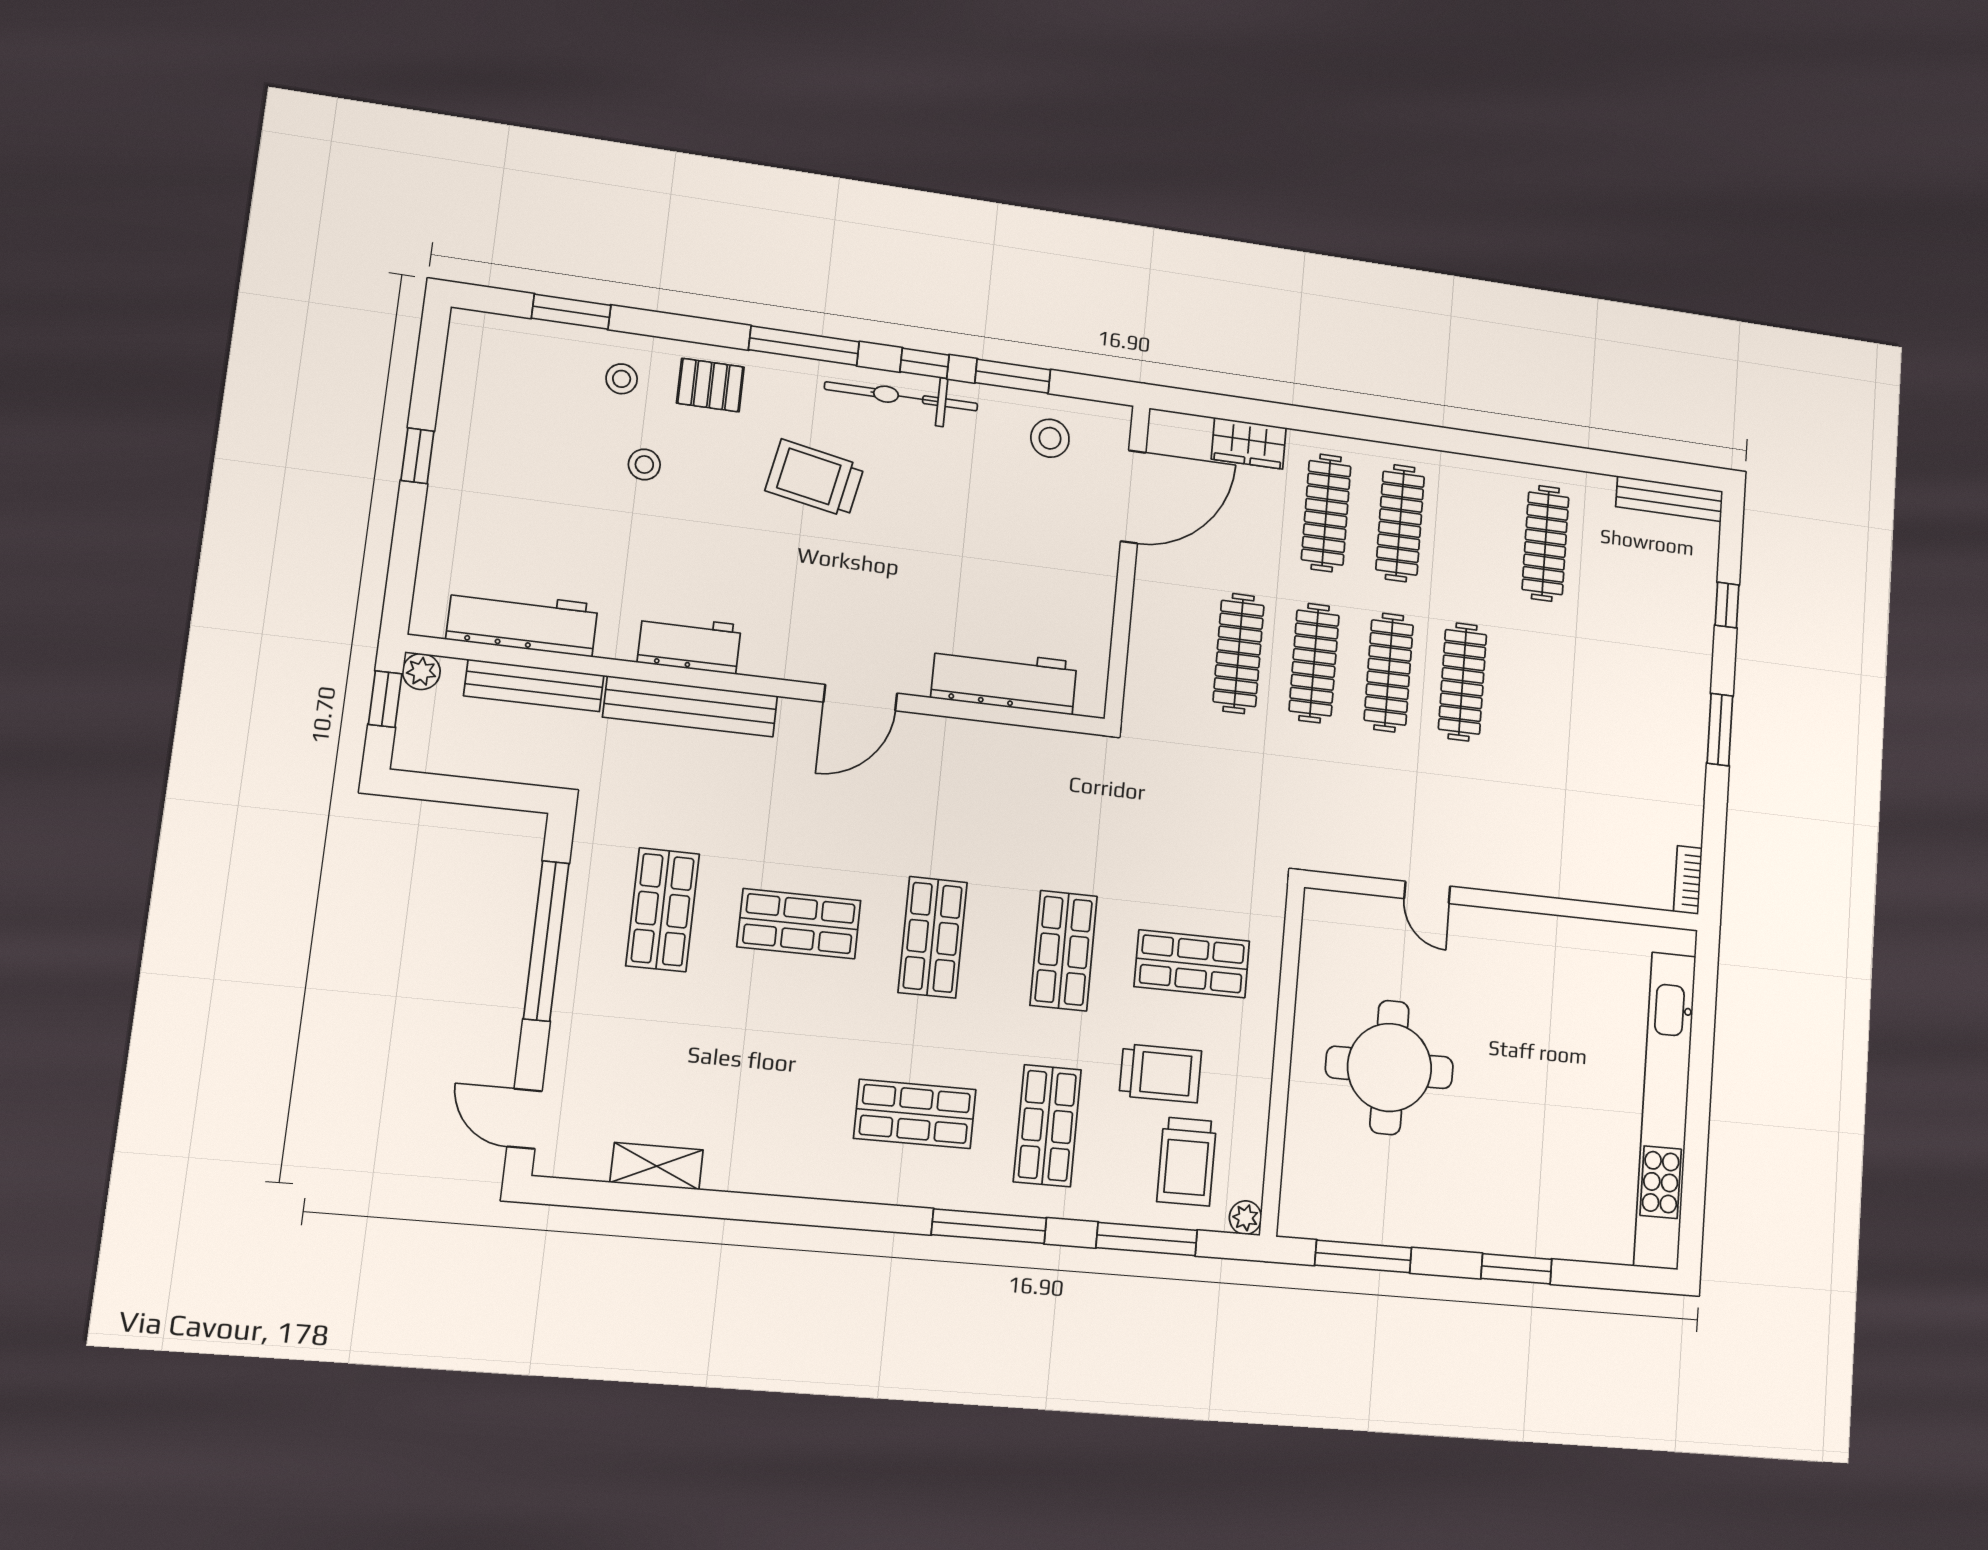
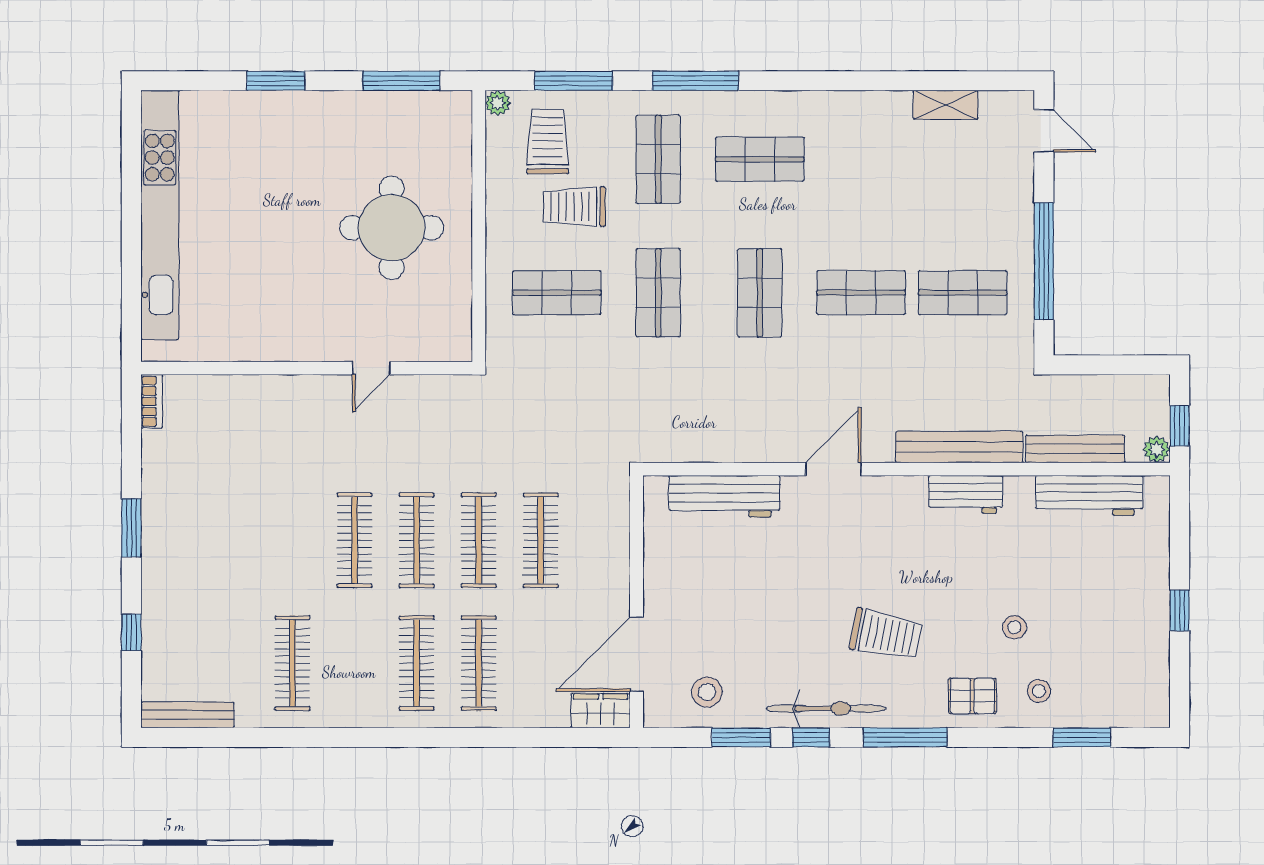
wardrobe: (1249, 443) -> (601, 711), moved
door: (1427, 892) -> (371, 368), swing flipped
shop shelf: (663, 910) -> (963, 293), turned 90

